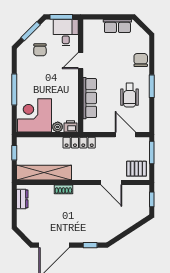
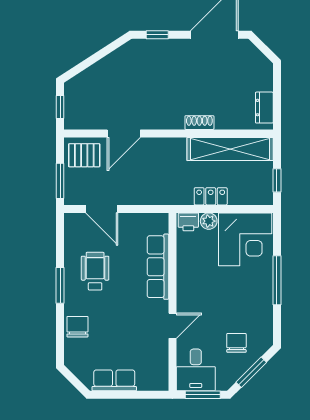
chair: (141, 60) -> (77, 327), turned 180
locker: (79, 143) -> (211, 196), moved, width x0.66
door: (111, 183) -> (124, 133), swing flipped

